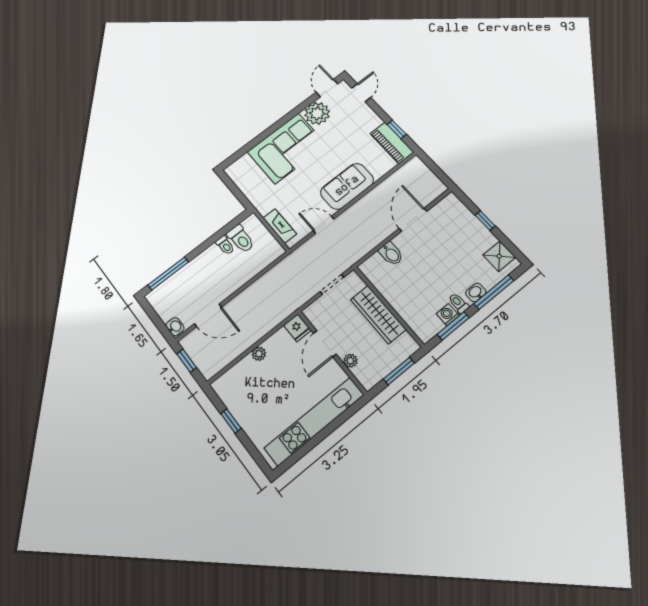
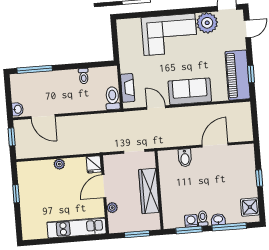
piano: (392, 143) -> (238, 75), width x1.37, depth x1.33
toilet: (241, 239) -> (113, 98), moved, turned 180
kitchen unit: (314, 421) -> (77, 228), width x0.73

